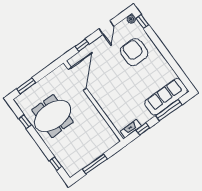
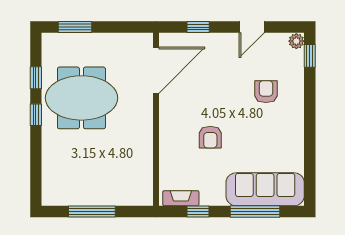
armchair: (134, 52) -> (266, 92), width x0.53, depth x0.53
armchair: (124, 91) -> (210, 137), added
window: (56, 164) -> (36, 115), moved

